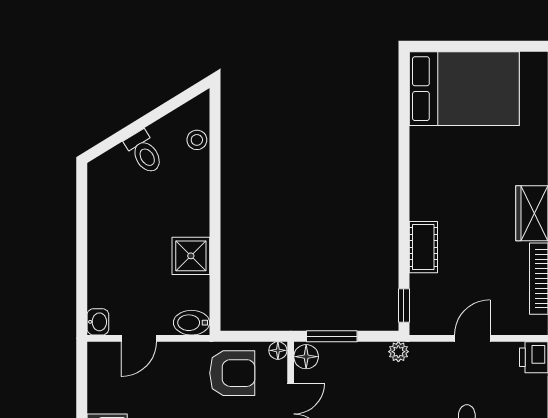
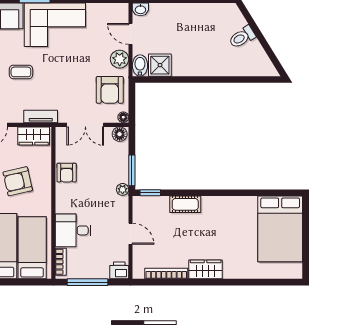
stool: (197, 140) -> (249, 69), removed
shower: (191, 256) -> (160, 65), moved
window: (332, 336) -> (132, 170), moved
plant: (181, 357) -> (120, 59), added

